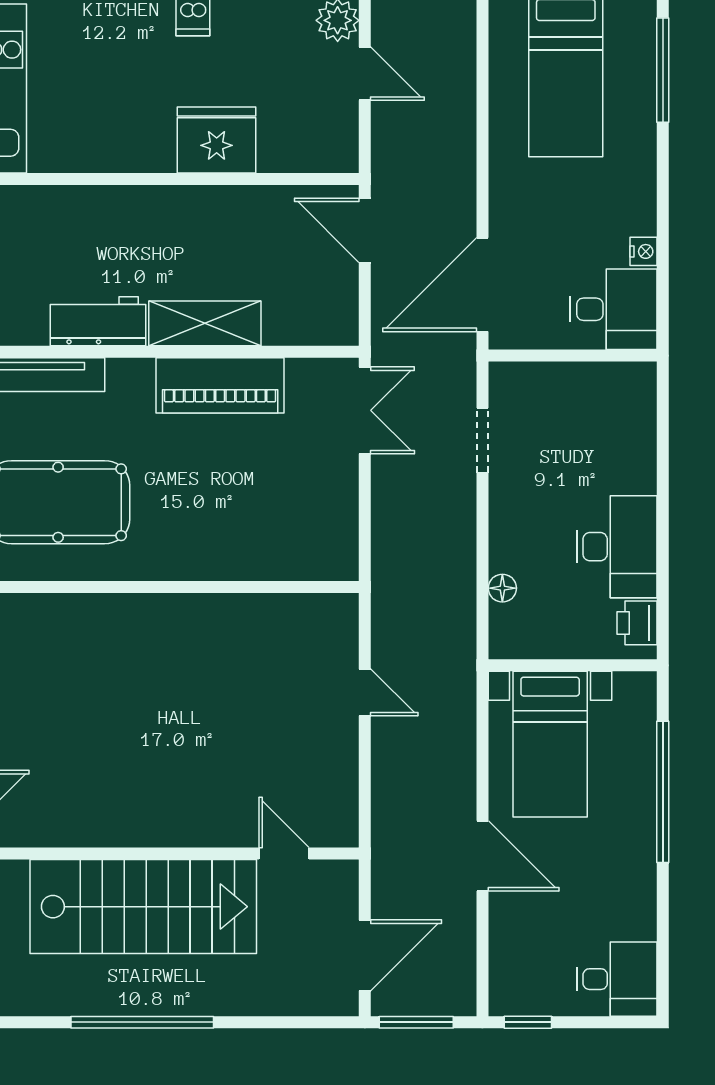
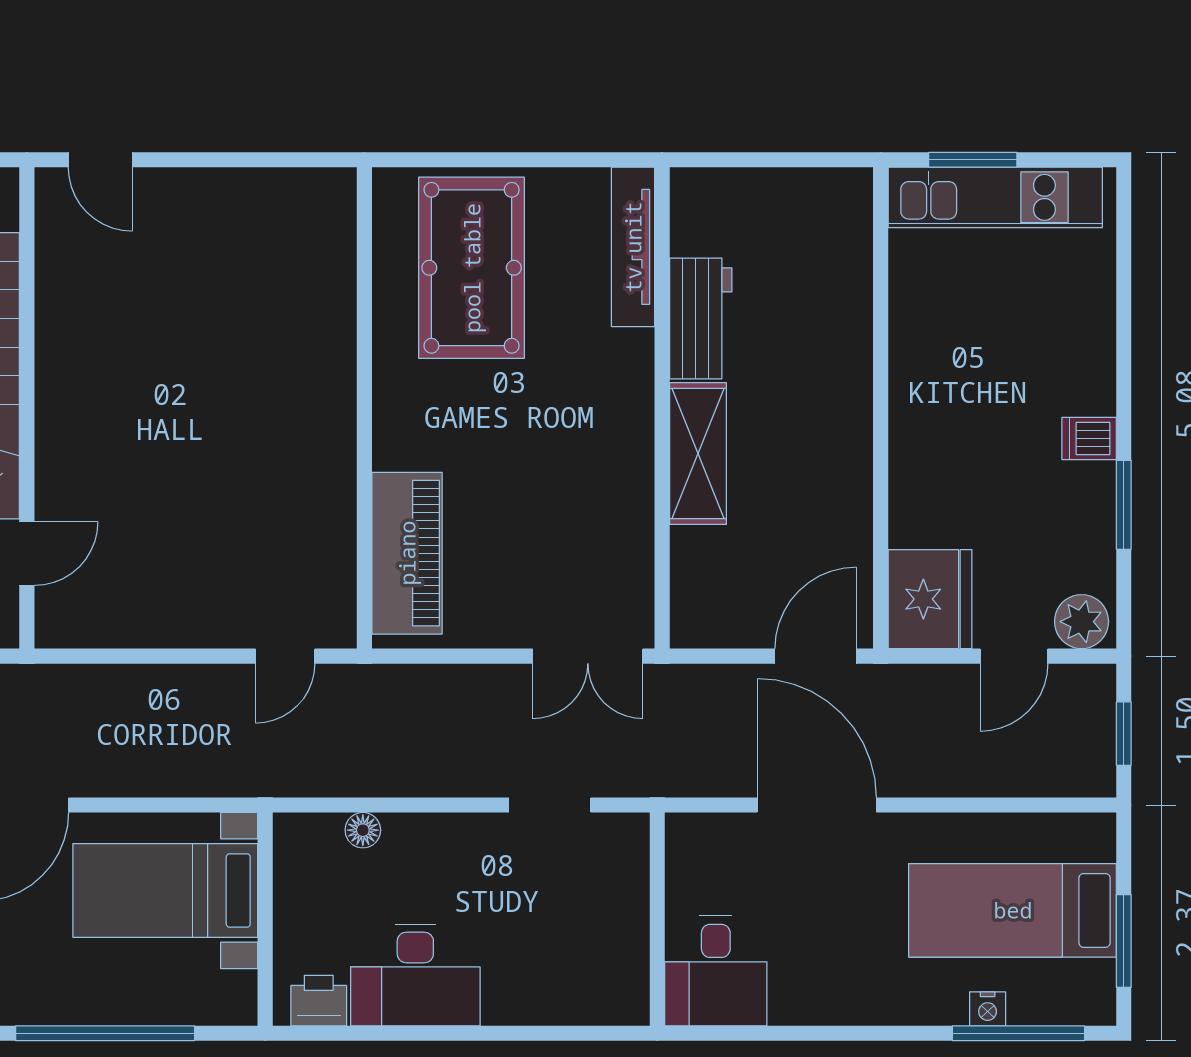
fridge: (217, 140) -> (930, 599), moved
nightstand: (644, 251) -> (988, 1009), moved
door: (482, 285) -> (817, 805), moved
piano: (220, 385) -> (407, 553), moved, turned 180
door: (365, 692) -> (285, 656), moved

